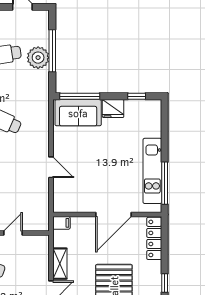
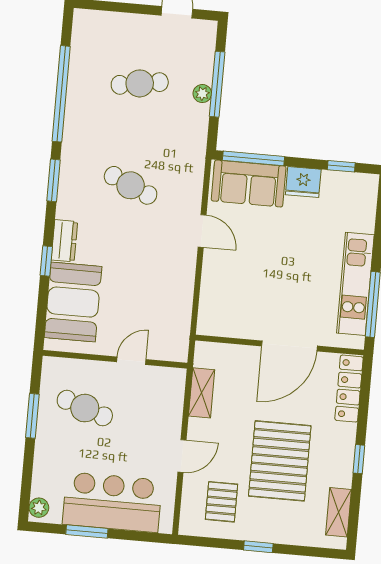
plant: (38, 58) -> (202, 94), width x0.53, depth x0.53
door: (51, 167) -> (202, 231), moved
filing cabinet: (61, 223) -> (208, 352), removed
shelving: (60, 264) -> (202, 393), moved

